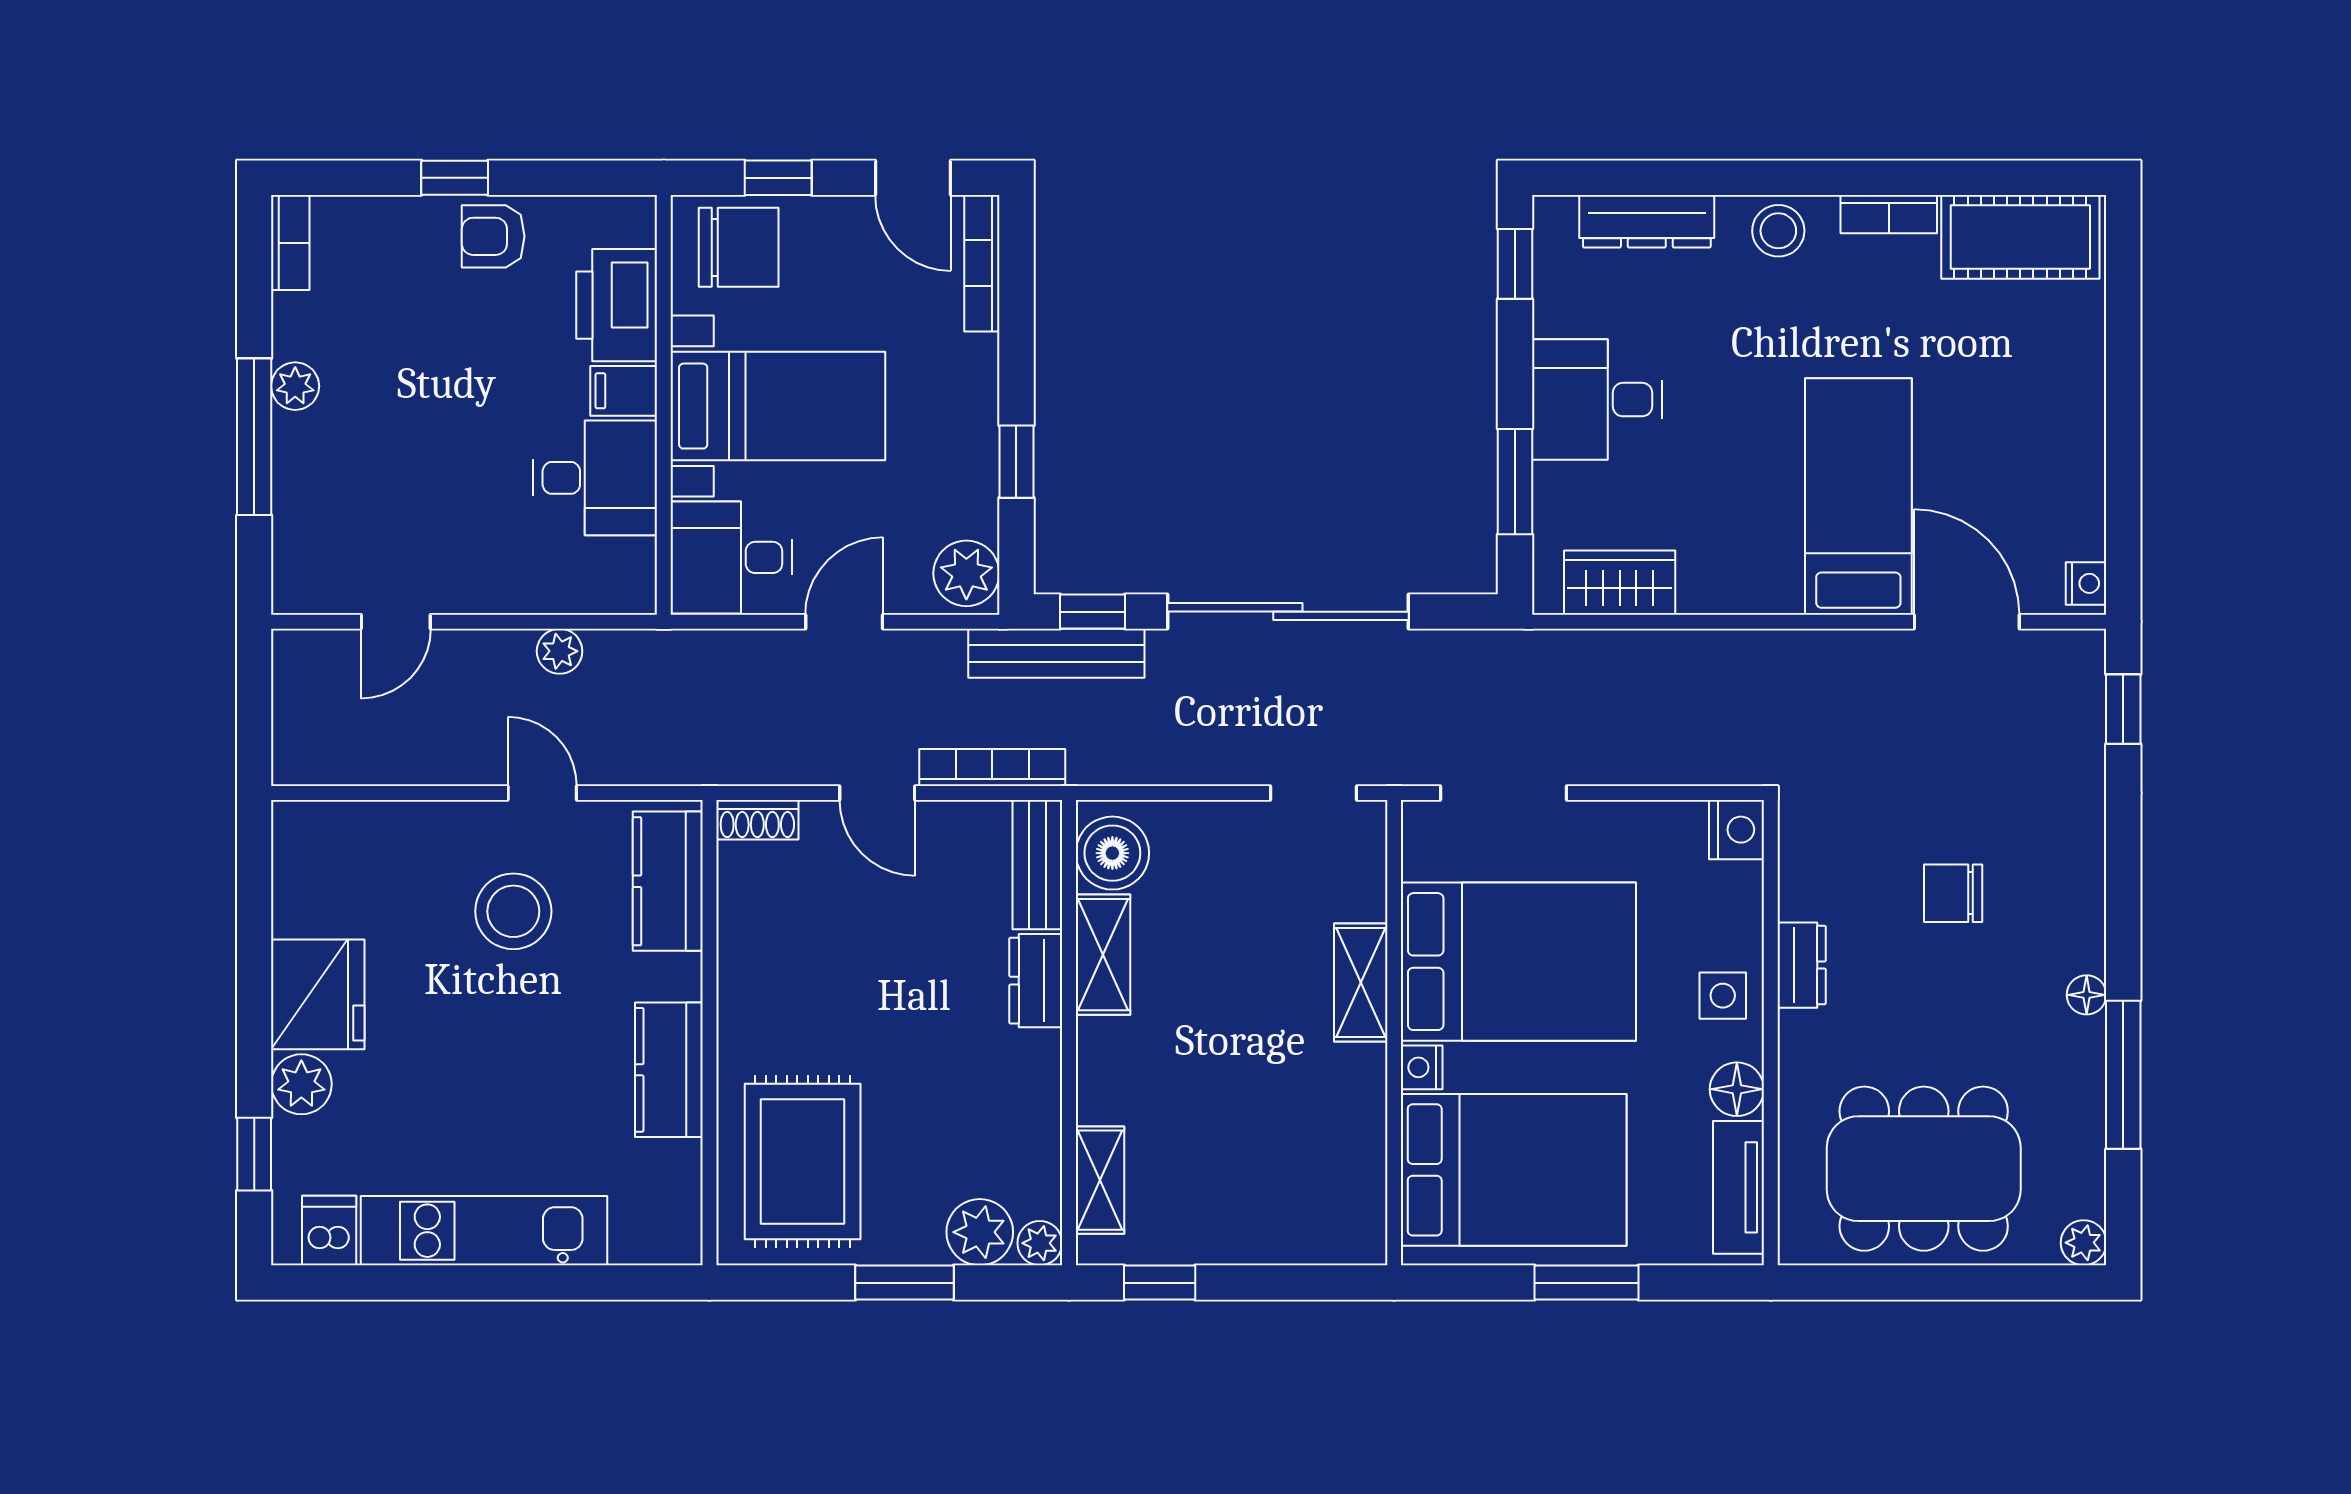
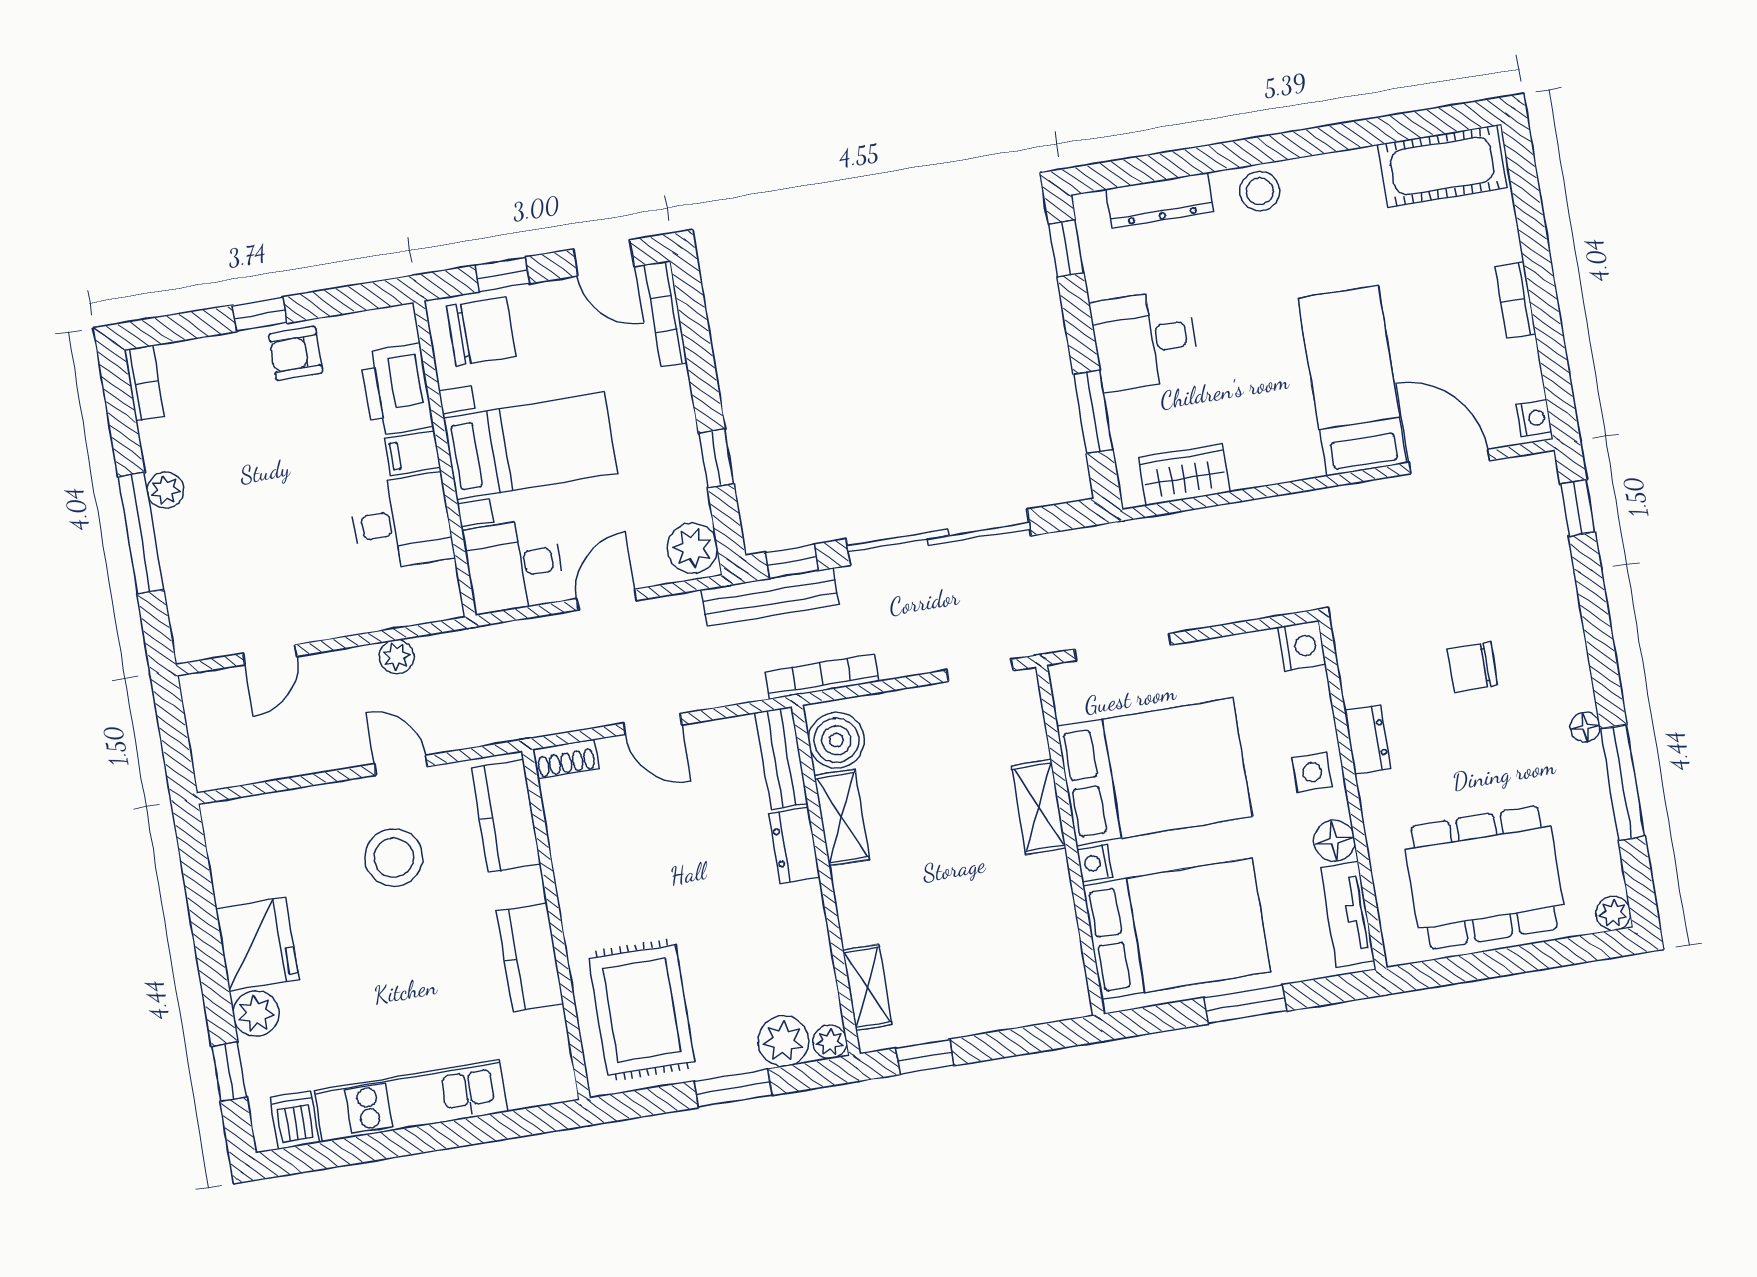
bookcase: (1889, 214) -> (1516, 300), moved, turned 90
bookcase: (992, 767) -> (822, 677), moved

